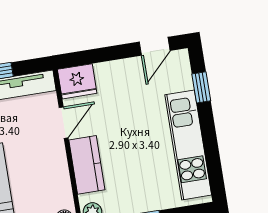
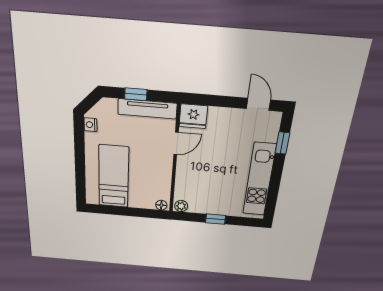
door: (155, 46) -> (259, 104), swing flipped
kitchen counter: (87, 165) -> (185, 176), removed

